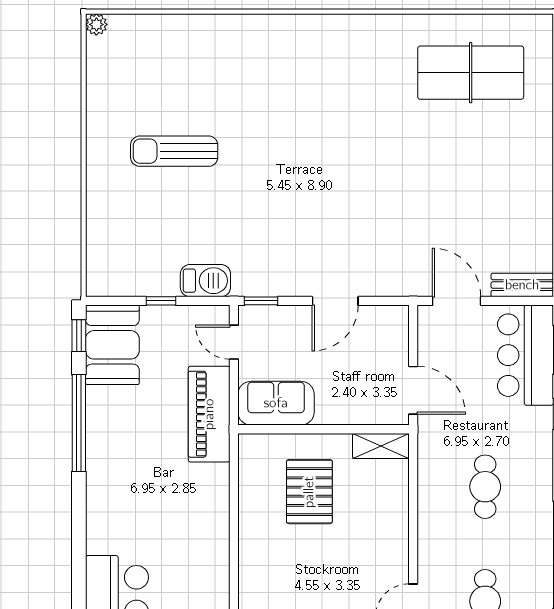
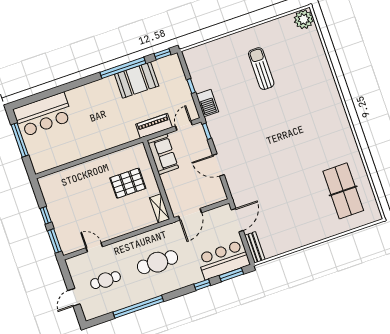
plant: (96, 24) -> (304, 19), width x1.88, depth x1.88
booth: (112, 345) -> (137, 80), moved
piano: (209, 414) -> (154, 126), width x0.73, depth x0.75
cafe table: (485, 487) -> (158, 262), width x1.37, depth x1.35

